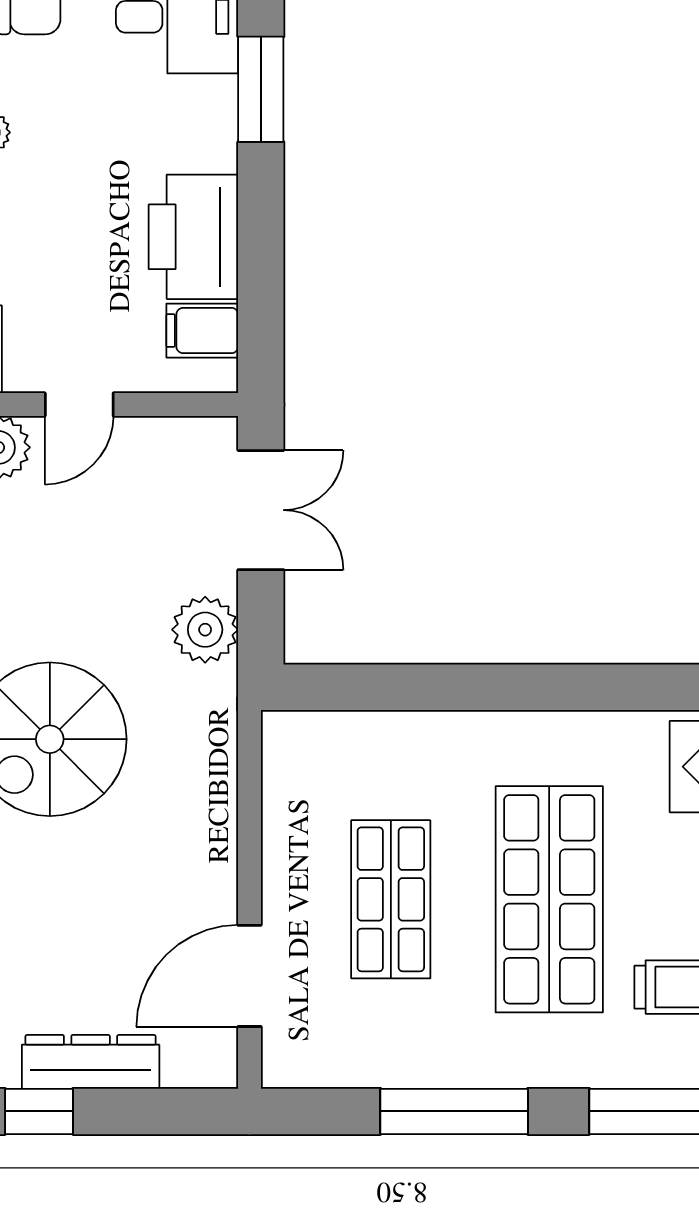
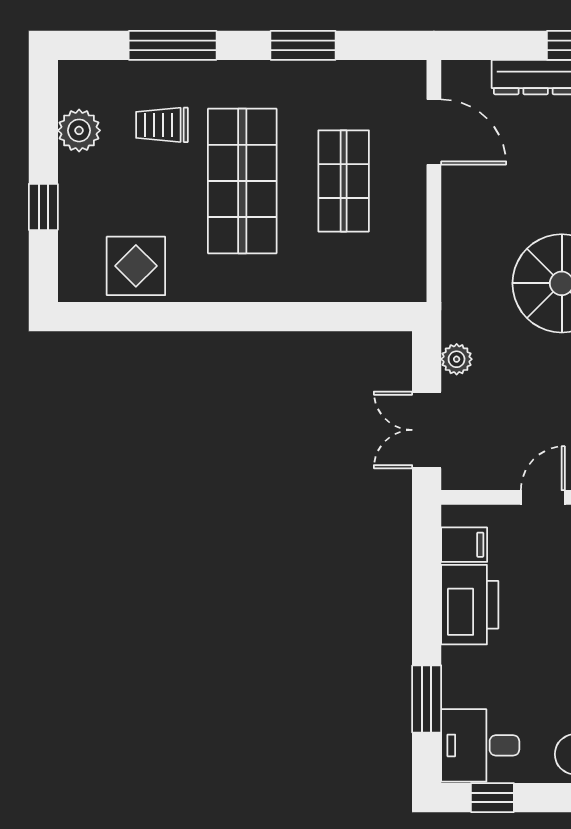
plant: (205, 630) -> (457, 359), width x0.73, depth x0.73
door: (250, 976) -> (434, 132), hinge flipped
window: (454, 1111) -> (303, 45), width x0.69

